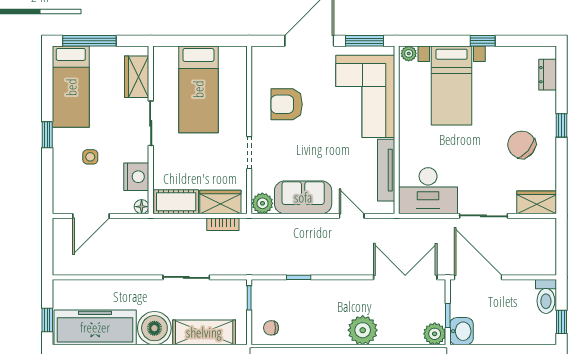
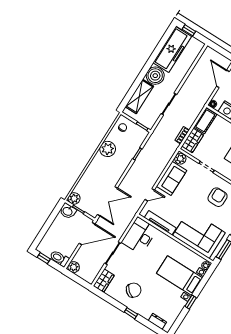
plant: (546, 265) -> (74, 267), added
plant: (363, 330) -> (108, 149), moved

